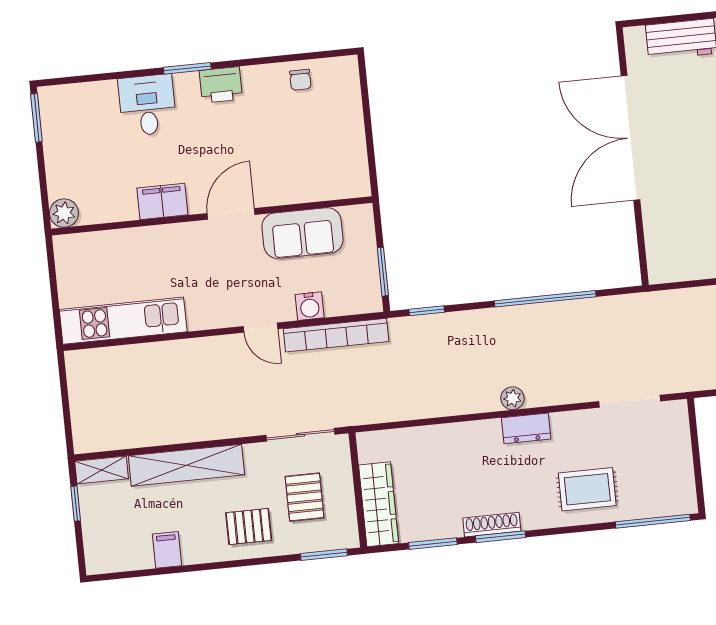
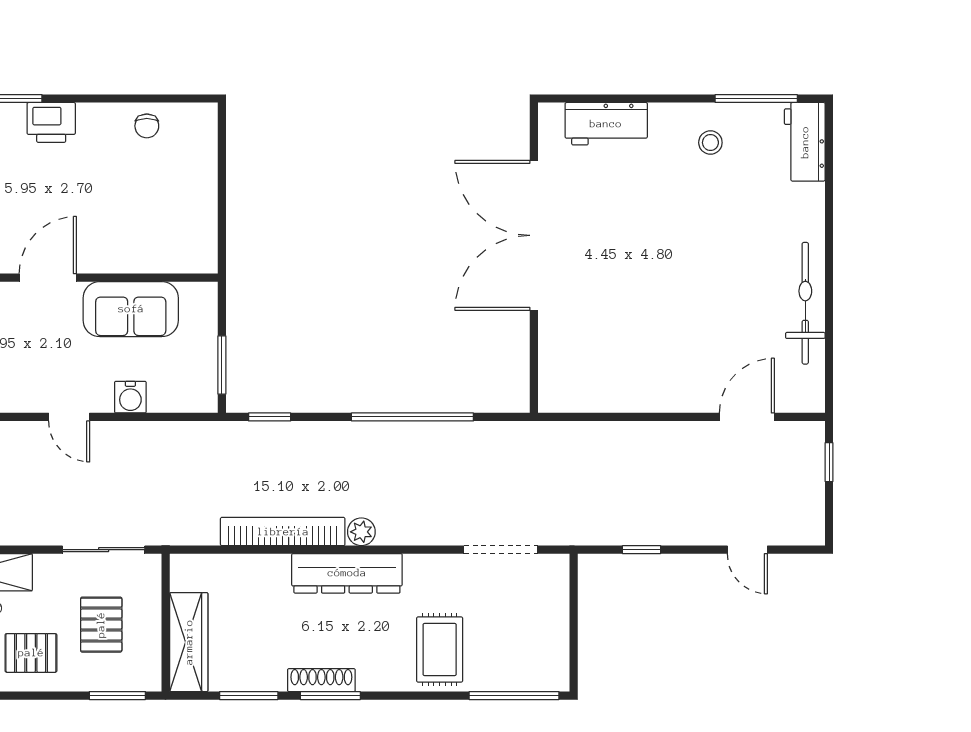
bookcase: (336, 335) -> (283, 532), moved, turned 180
dresser: (526, 428) -> (347, 573), width x1.96, depth x1.24
rug: (587, 489) -> (440, 649), turned 90

